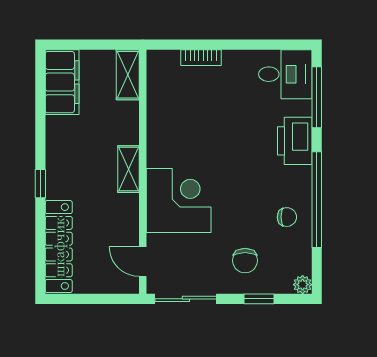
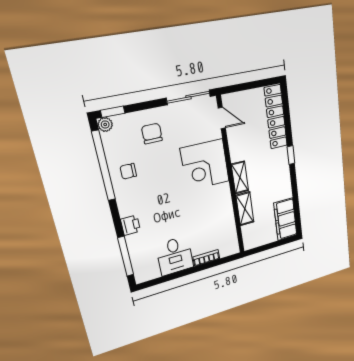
desk: (285, 74) -> (175, 256), moved, turned -90
shelving: (128, 75) -> (245, 209), moved
printer: (295, 141) -> (130, 225), width x0.53, depth x0.68
window: (317, 200) -> (104, 166), moved
window: (259, 299) -> (113, 112), moved

